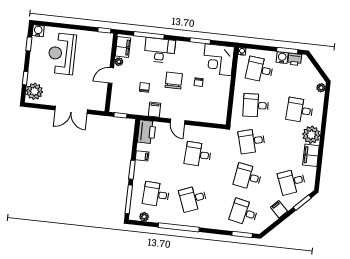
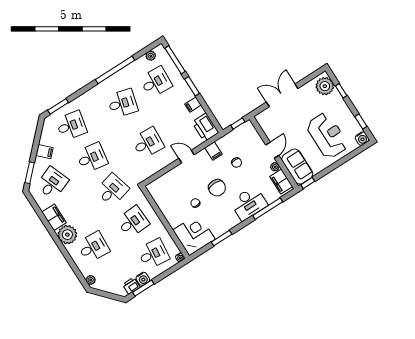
sofa: (102, 49) -> (297, 166), added
desk: (193, 198) -> (122, 103), turned 36

